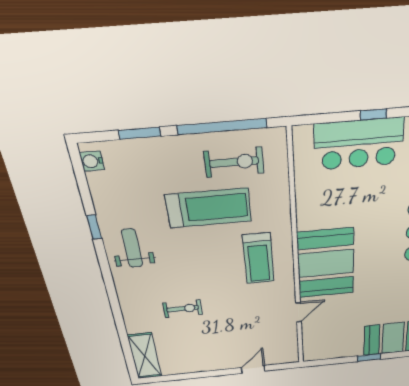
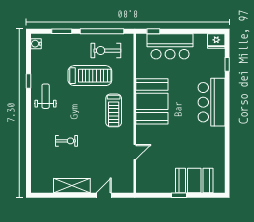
window: (373, 114) -> (153, 31), moved
exercise bike: (234, 162) -> (106, 51), turned 180
booth: (326, 263) -> (152, 101), moved
shelving: (145, 356) -> (72, 186), moved, turned 90

